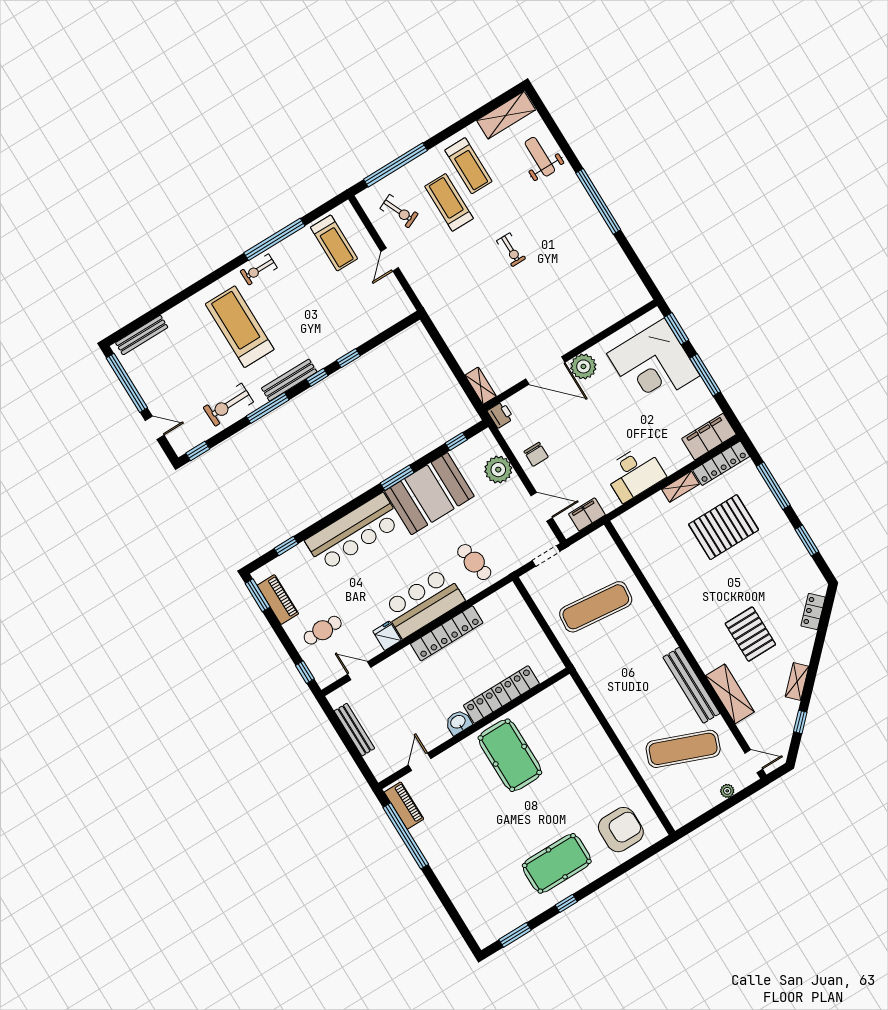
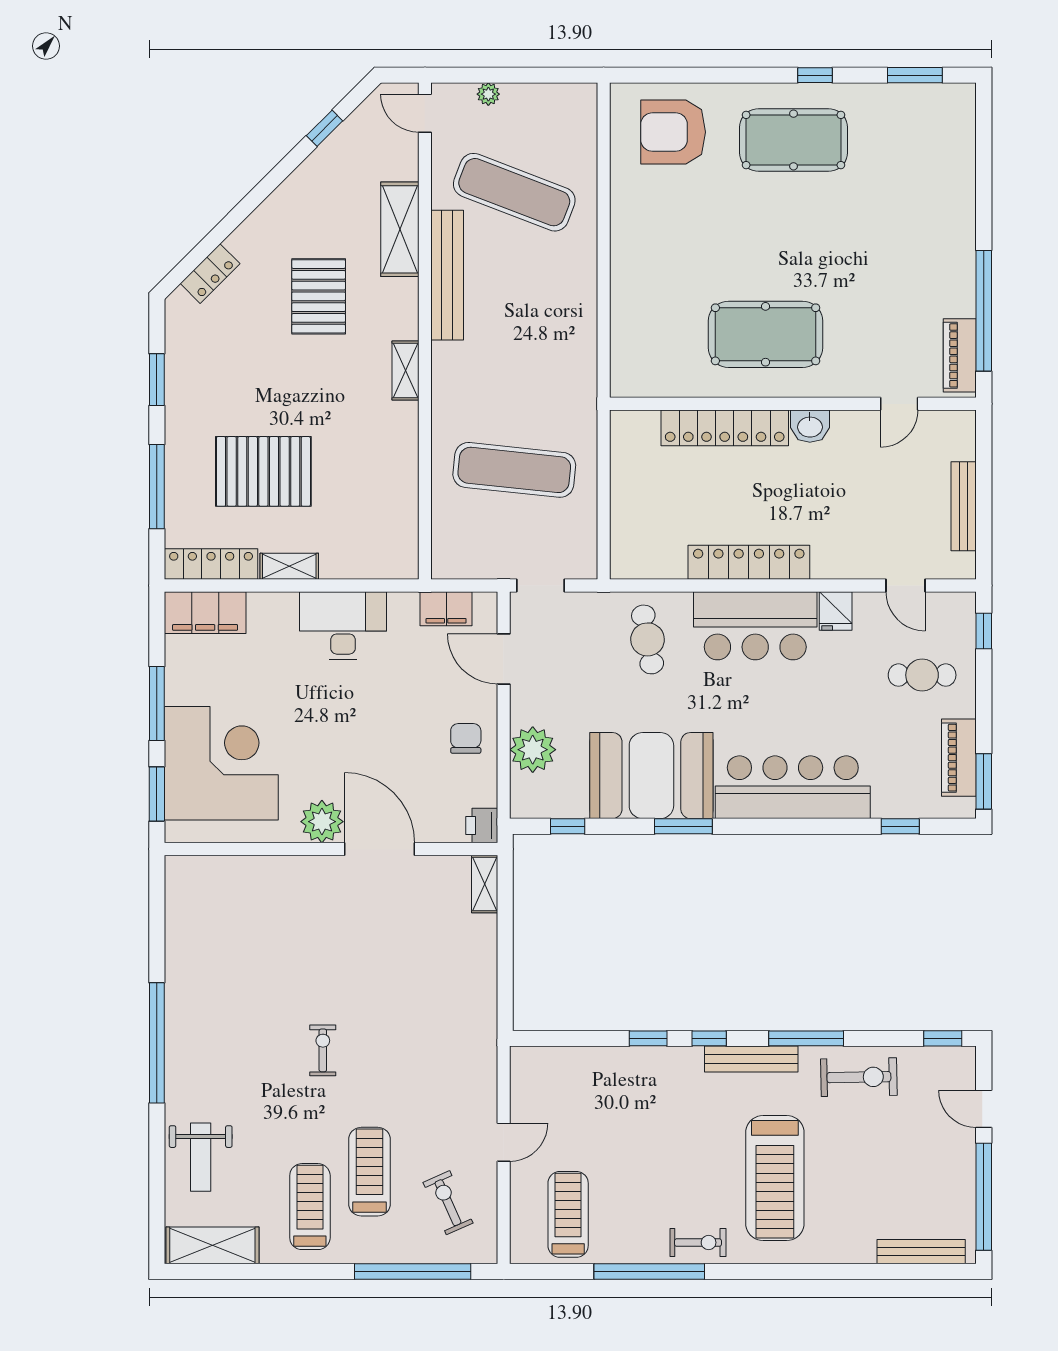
treadmill: (449, 202) -> (369, 1172), turned 180
shelving: (797, 681) -> (406, 370), moved, turned -45
pool table: (510, 755) -> (766, 334), turned 90

